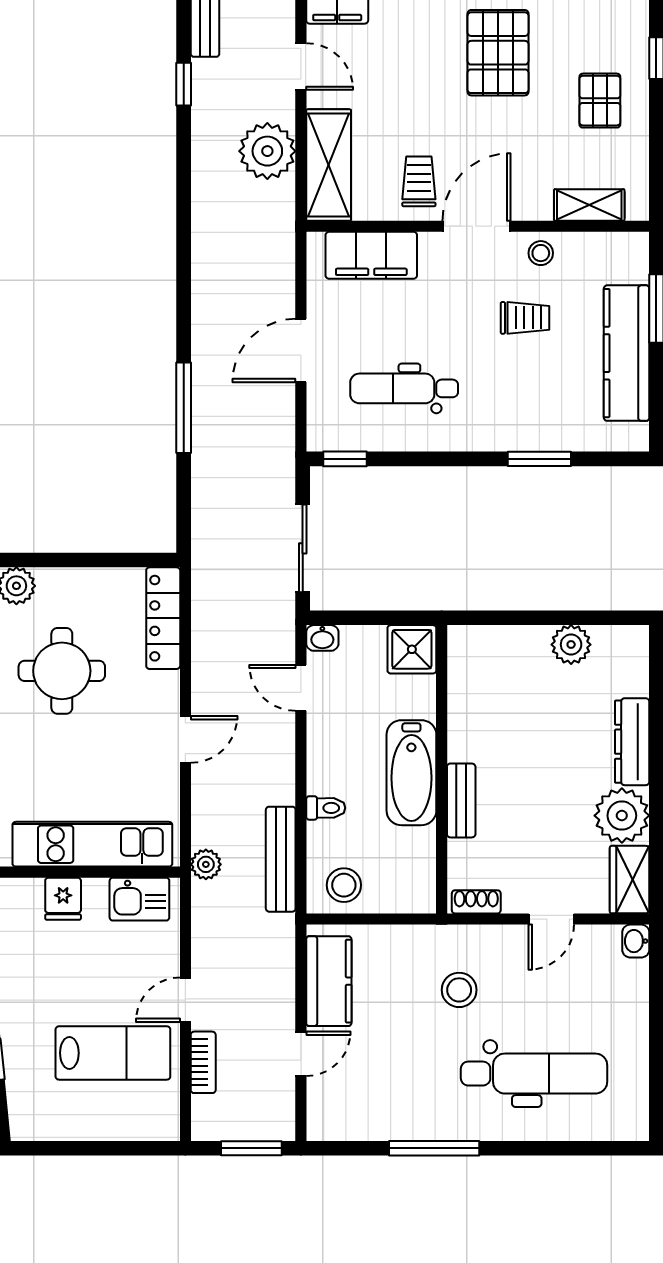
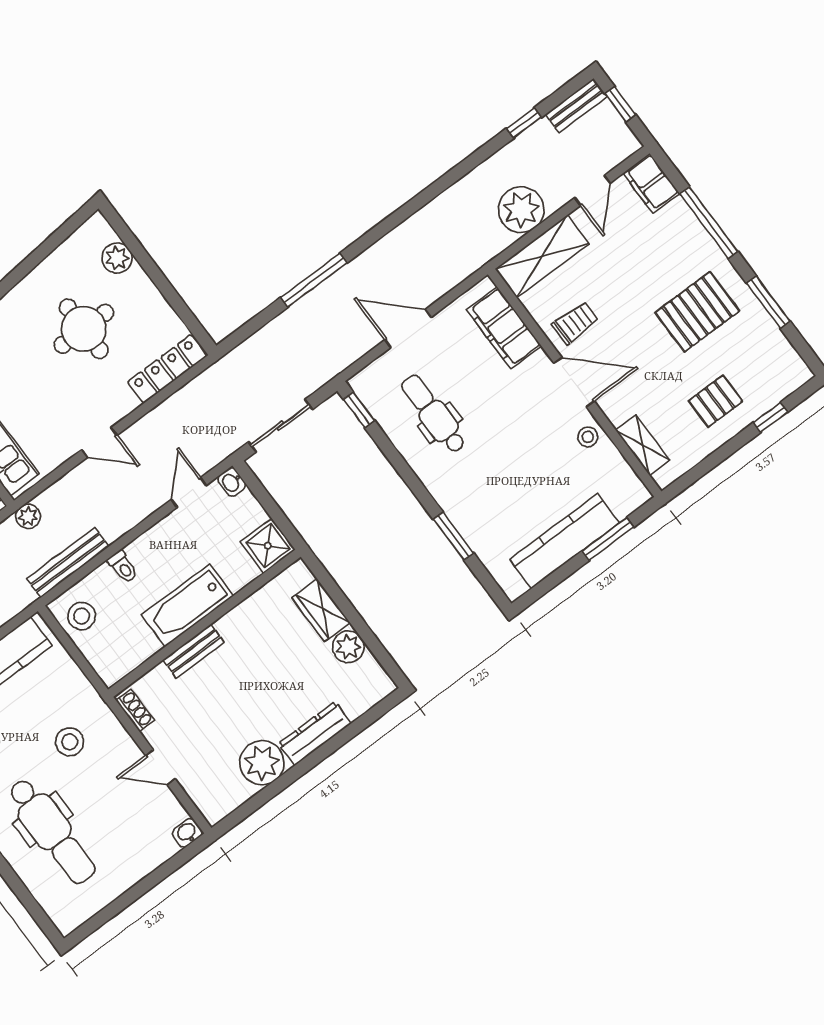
trolley: (525, 318) -> (538, 458), removed
wardrobe: (630, 880) -> (321, 610), moved, turned -90

